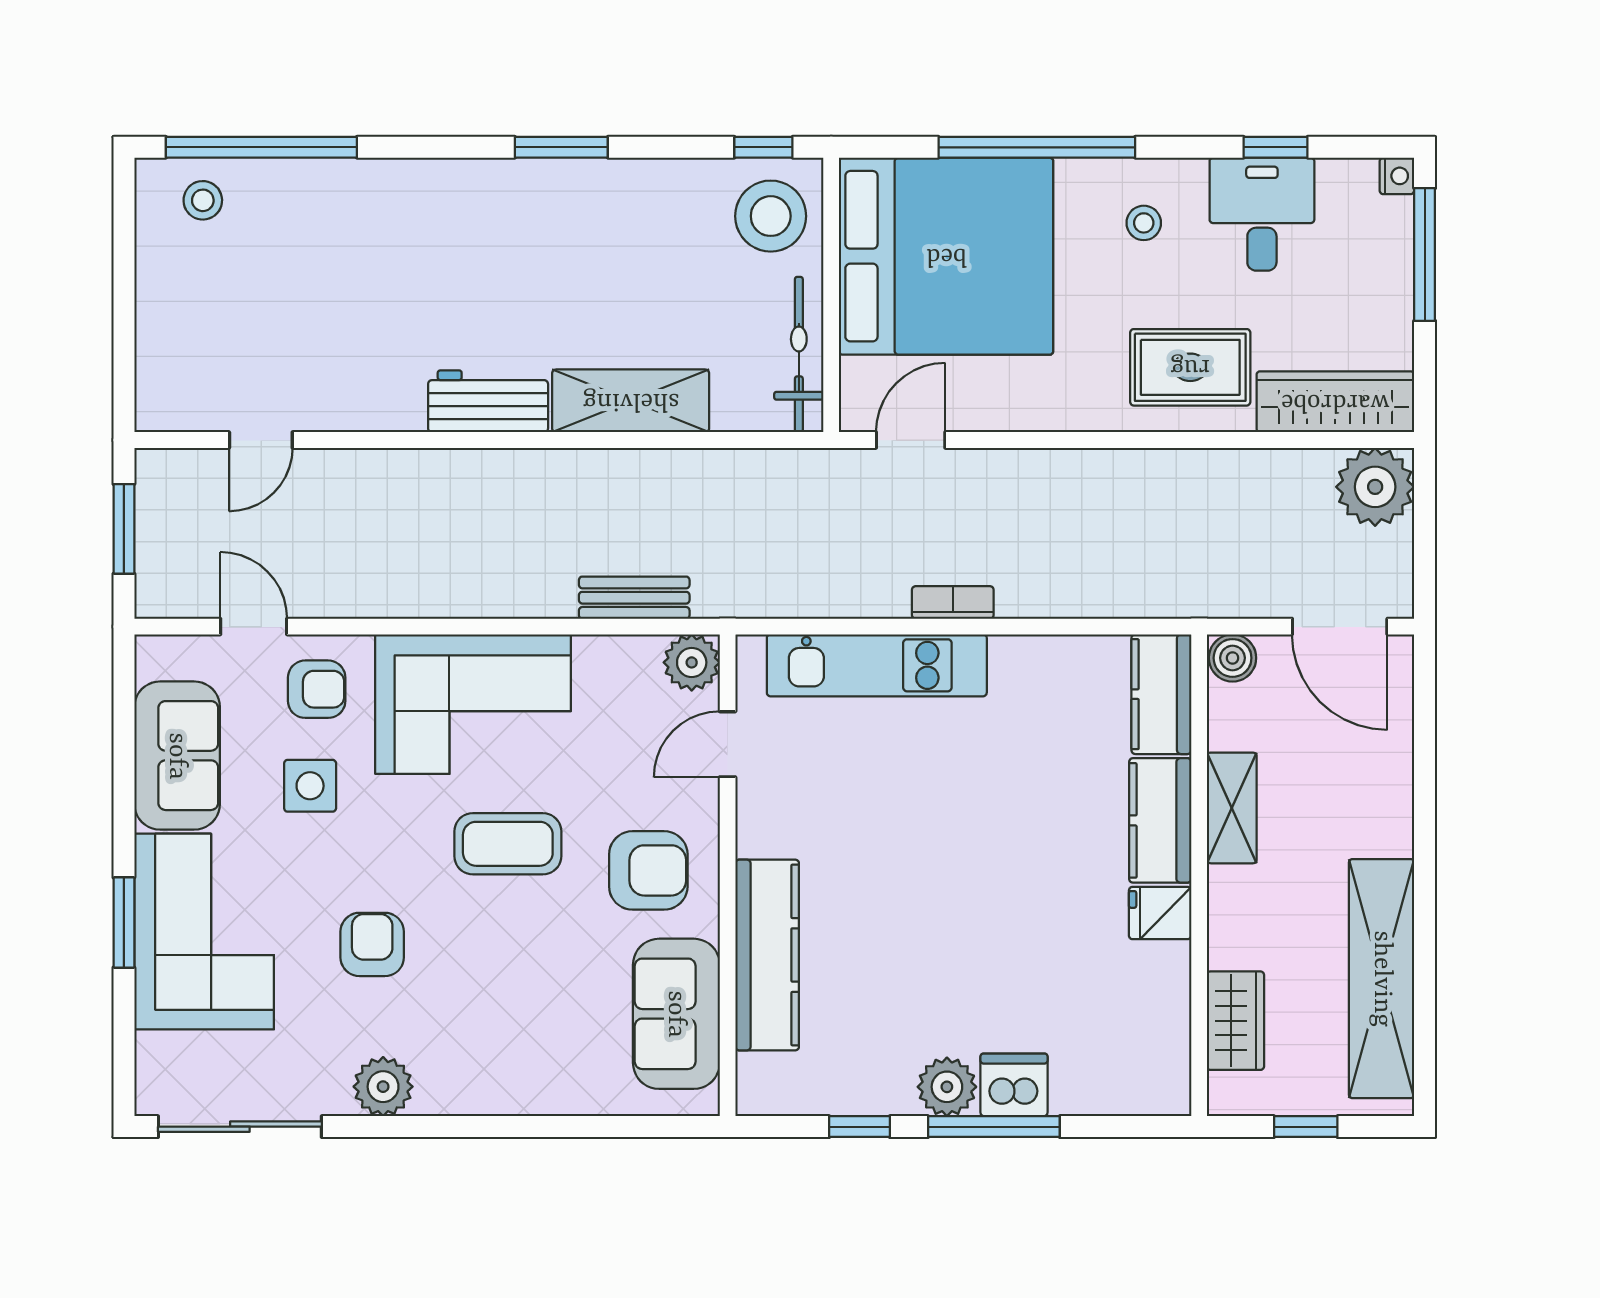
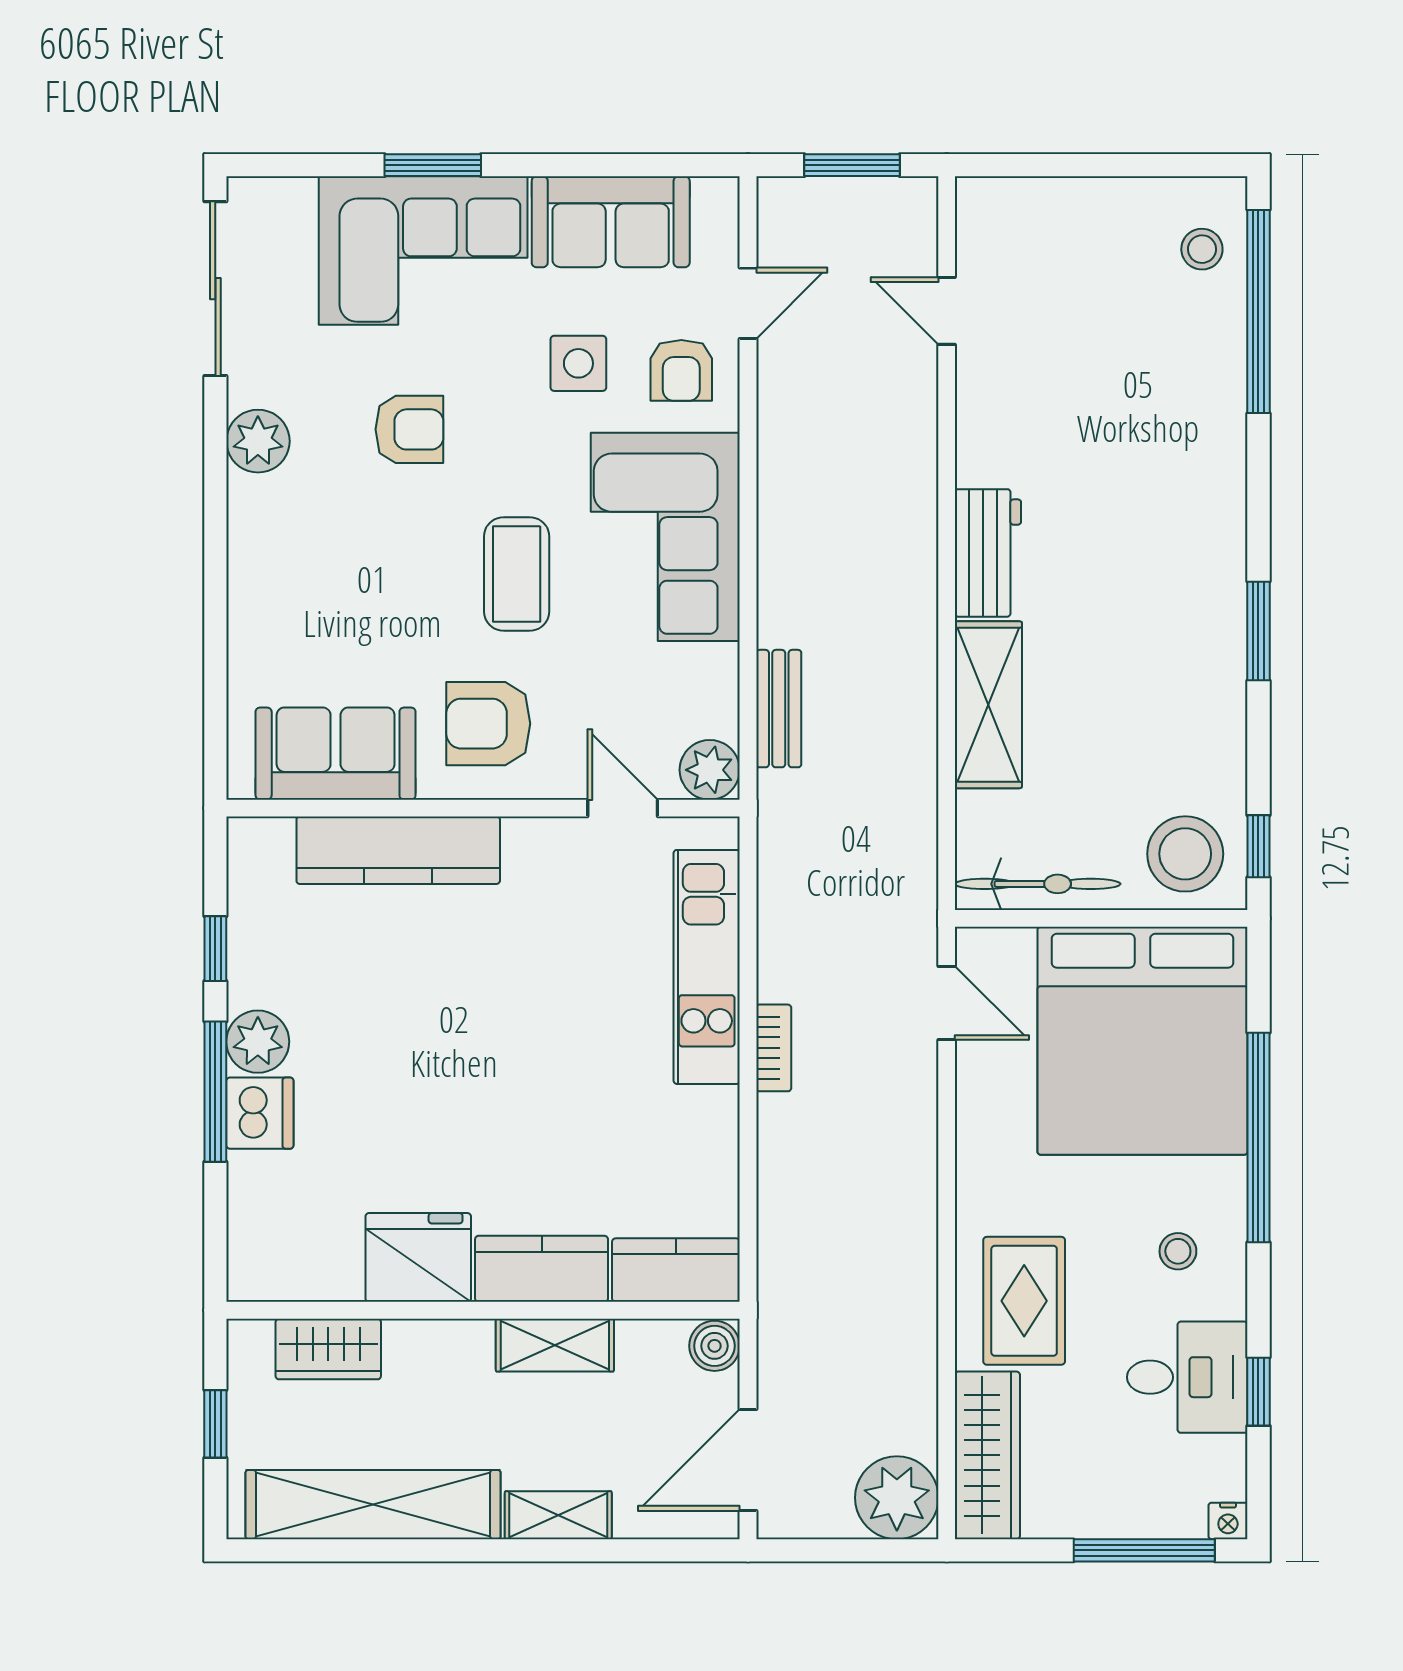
shelving: (1392, 805) -> (558, 1515), added
armchair: (648, 870) -> (488, 724), turned 90
fridge: (1160, 913) -> (418, 1257), width x1.88, depth x1.34

